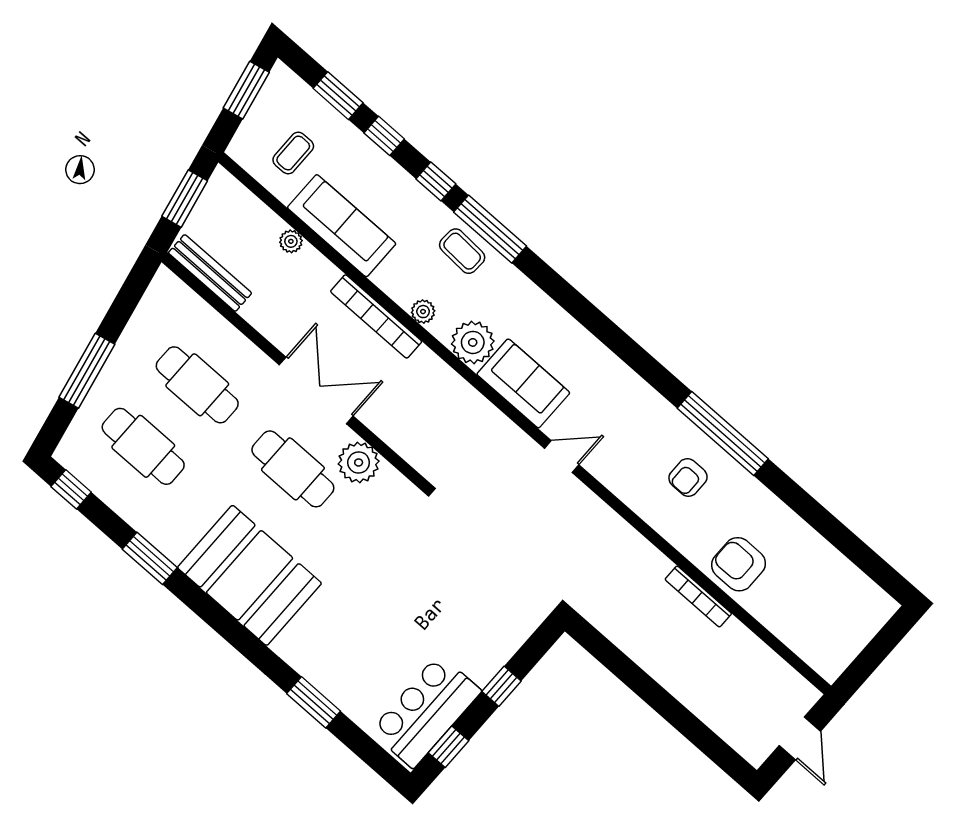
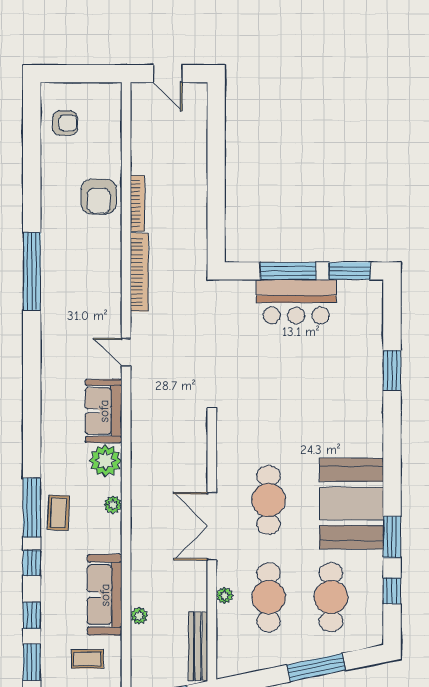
bookcase: (376, 316) -> (139, 272), moved
plant: (359, 462) -> (224, 595), moved, width x0.53, depth x0.53
armchair: (688, 477) -> (65, 123), moved
window: (71, 489) -> (392, 591), moved
booth: (250, 575) -> (351, 504), moved
window: (502, 686) -> (288, 271), width x2.17
bar counter: (426, 711) -> (296, 302), moved
door: (800, 738) -> (168, 74), swing flipped
window: (448, 747) -> (349, 271), width x1.50

